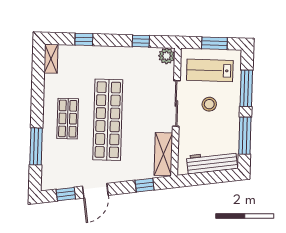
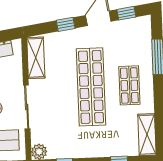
shelving: (51, 59) -> (147, 135), width x1.50, depth x1.33
window: (145, 185) -> (66, 24), moved

